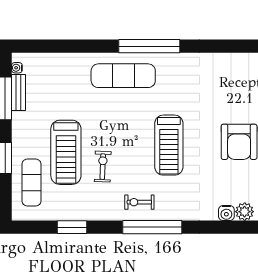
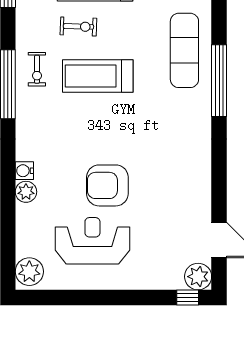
treadmill: (169, 145) -> (98, 76), moved
exercise bike: (139, 202) -> (37, 69), turned 180

